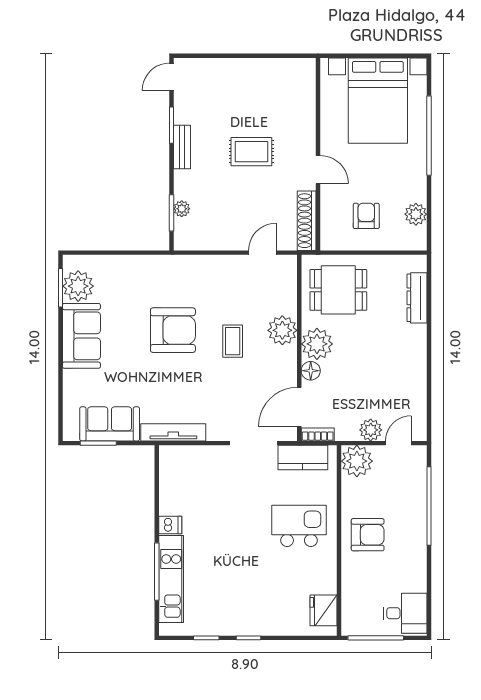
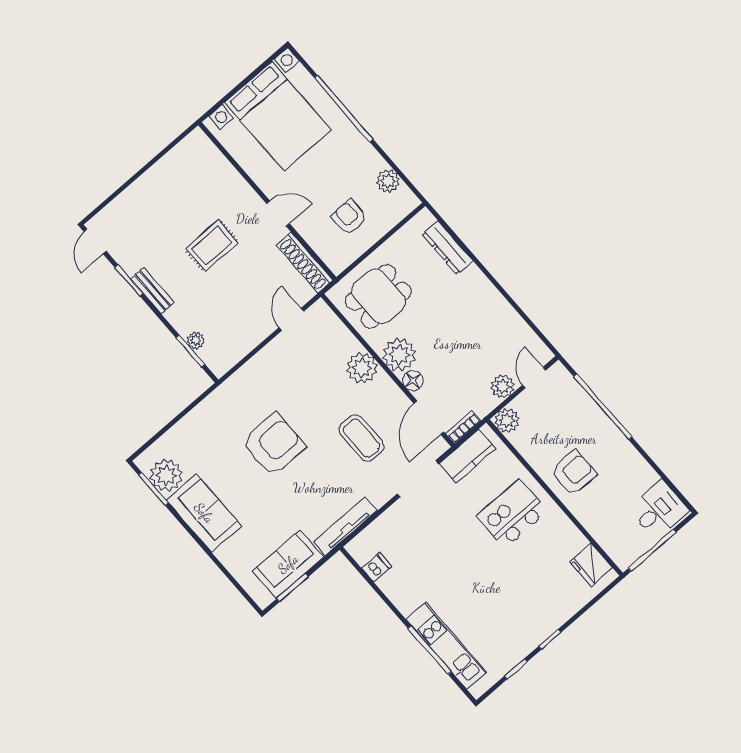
coffee table: (233, 341) -> (361, 438), moved, width x1.36, depth x1.30
plant: (357, 461) -> (507, 421), width x0.73, depth x0.73
dishwasher: (170, 525) -> (377, 567), moved

